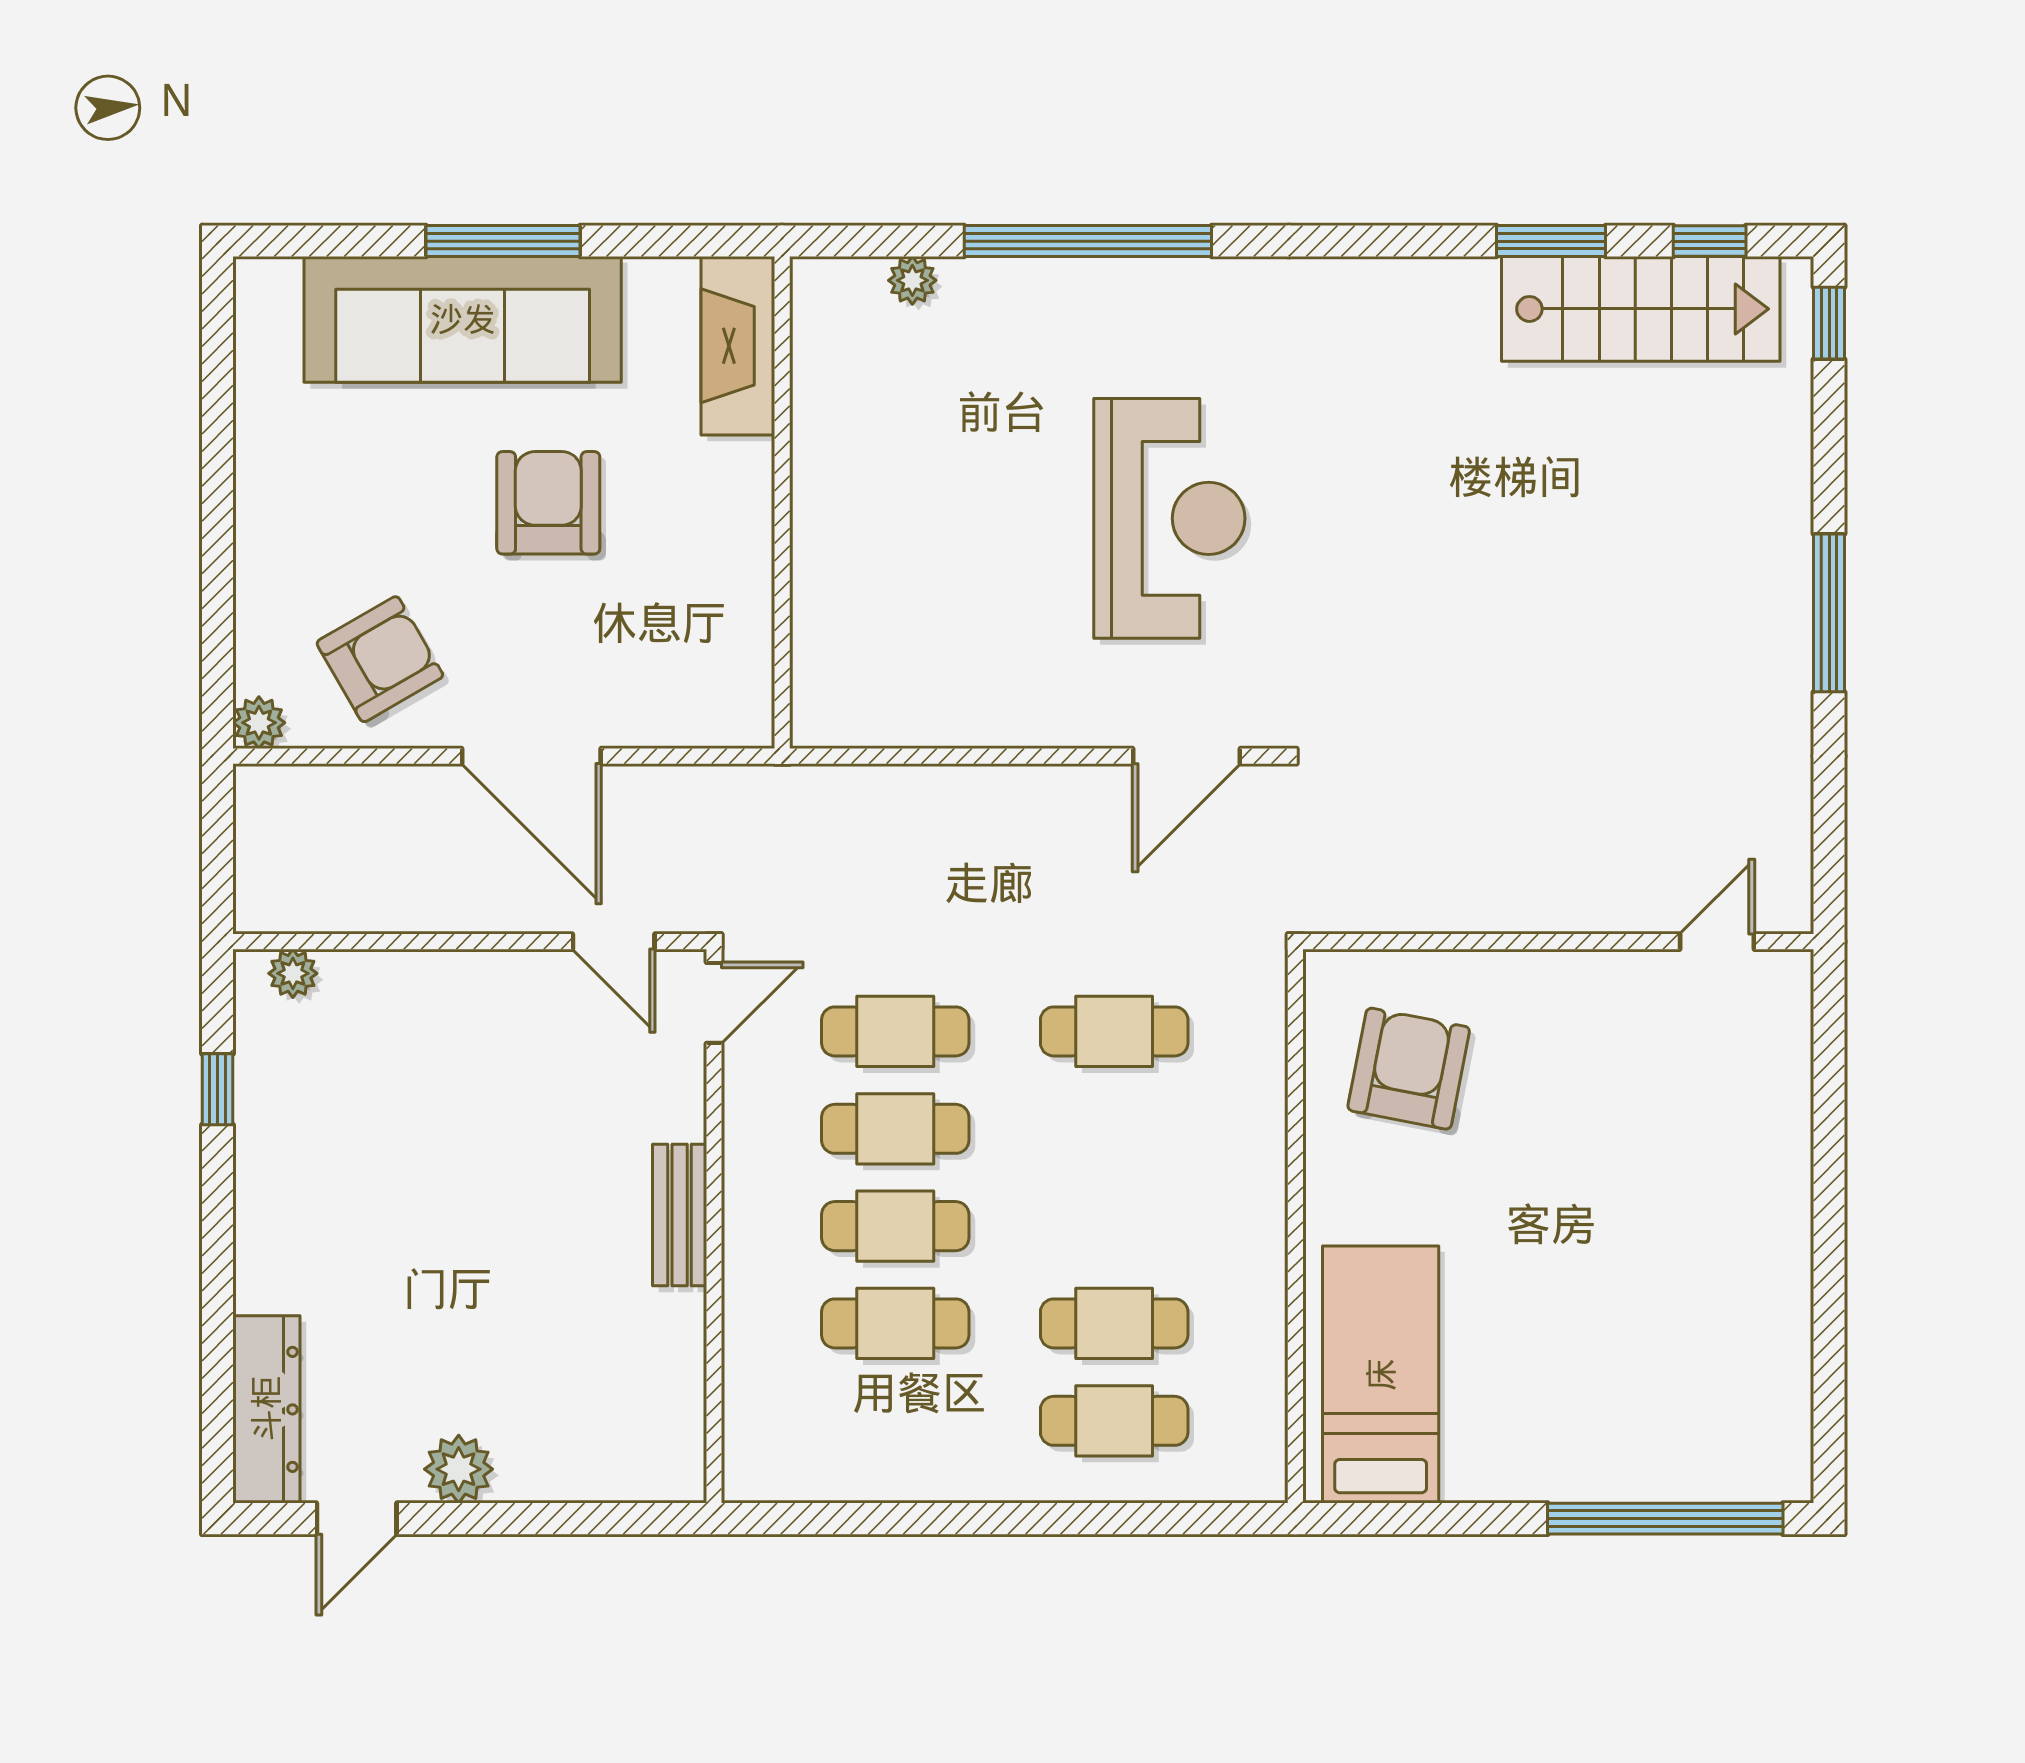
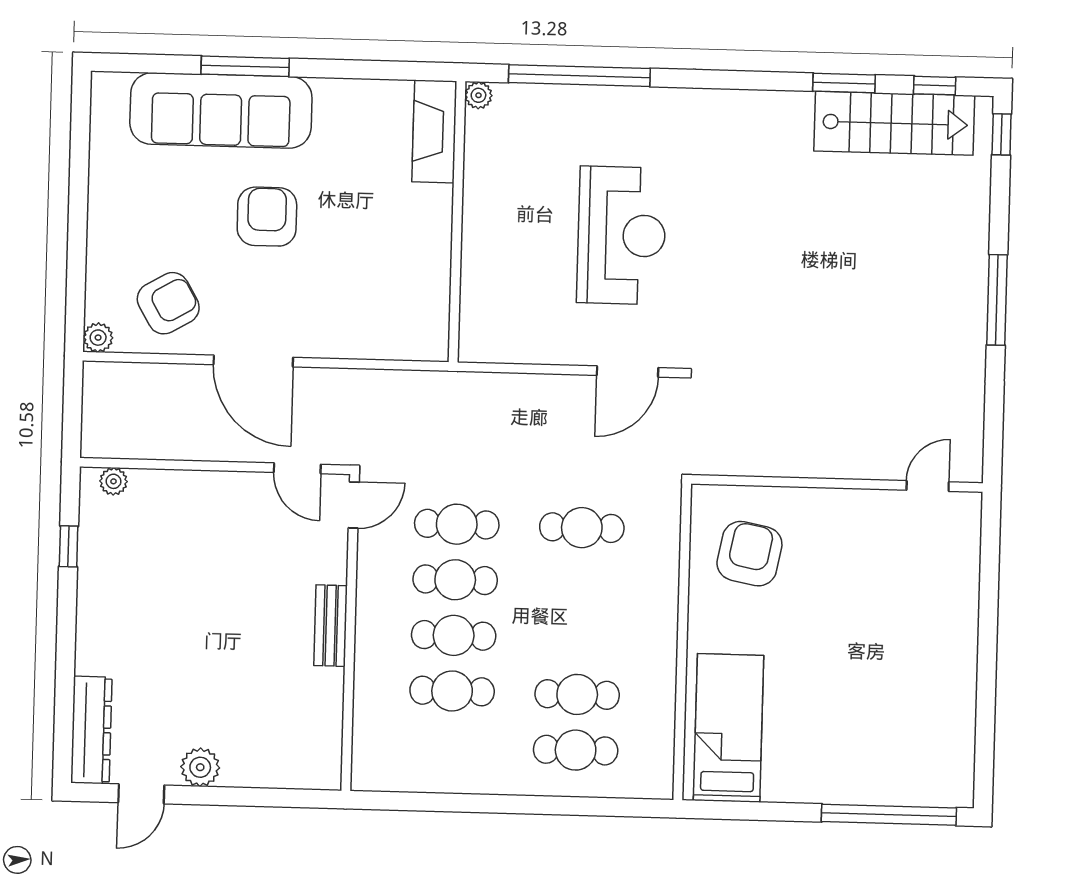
fireplace: (738, 346) -> (434, 131), moved
wall: (782, 503) -> (457, 222), moved

